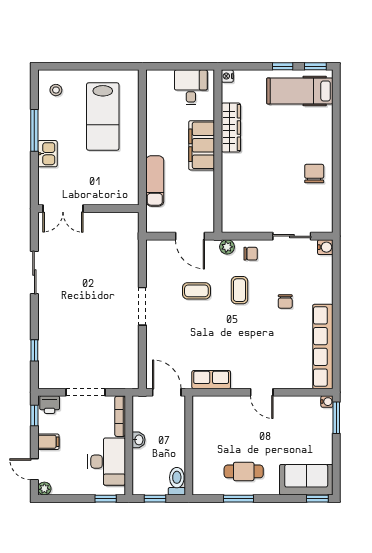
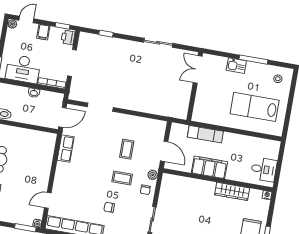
filing cabinet: (202, 145) -> (209, 167), moved
door: (190, 236) -> (164, 151), swing flipped
doorway: (142, 306) -> (100, 107), moved
door: (262, 392) -> (48, 200), moved

